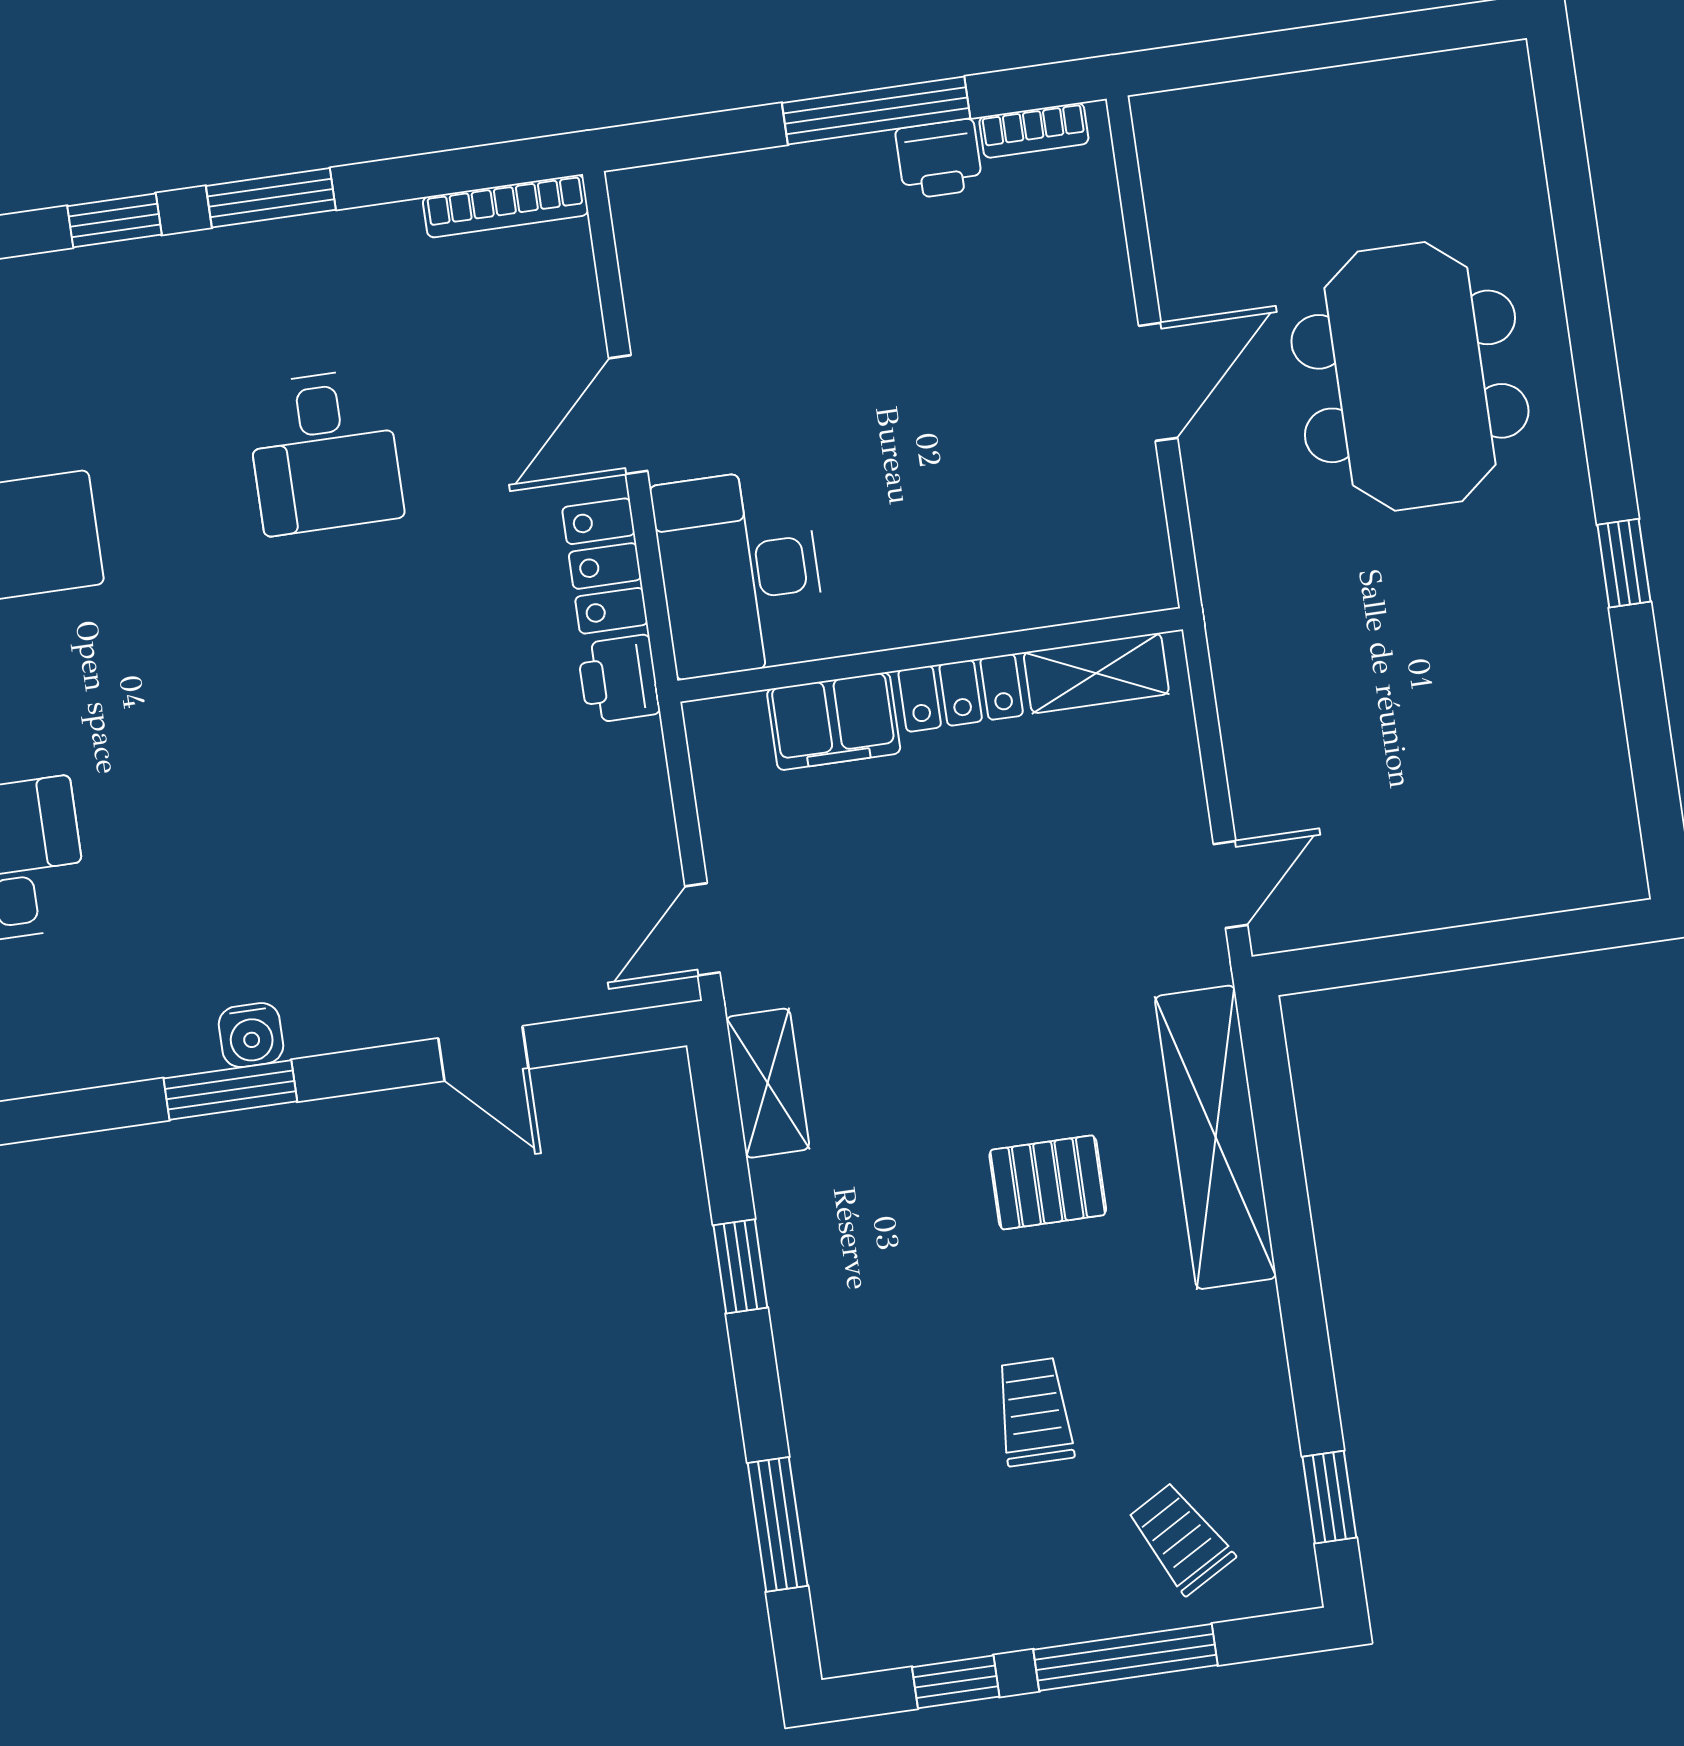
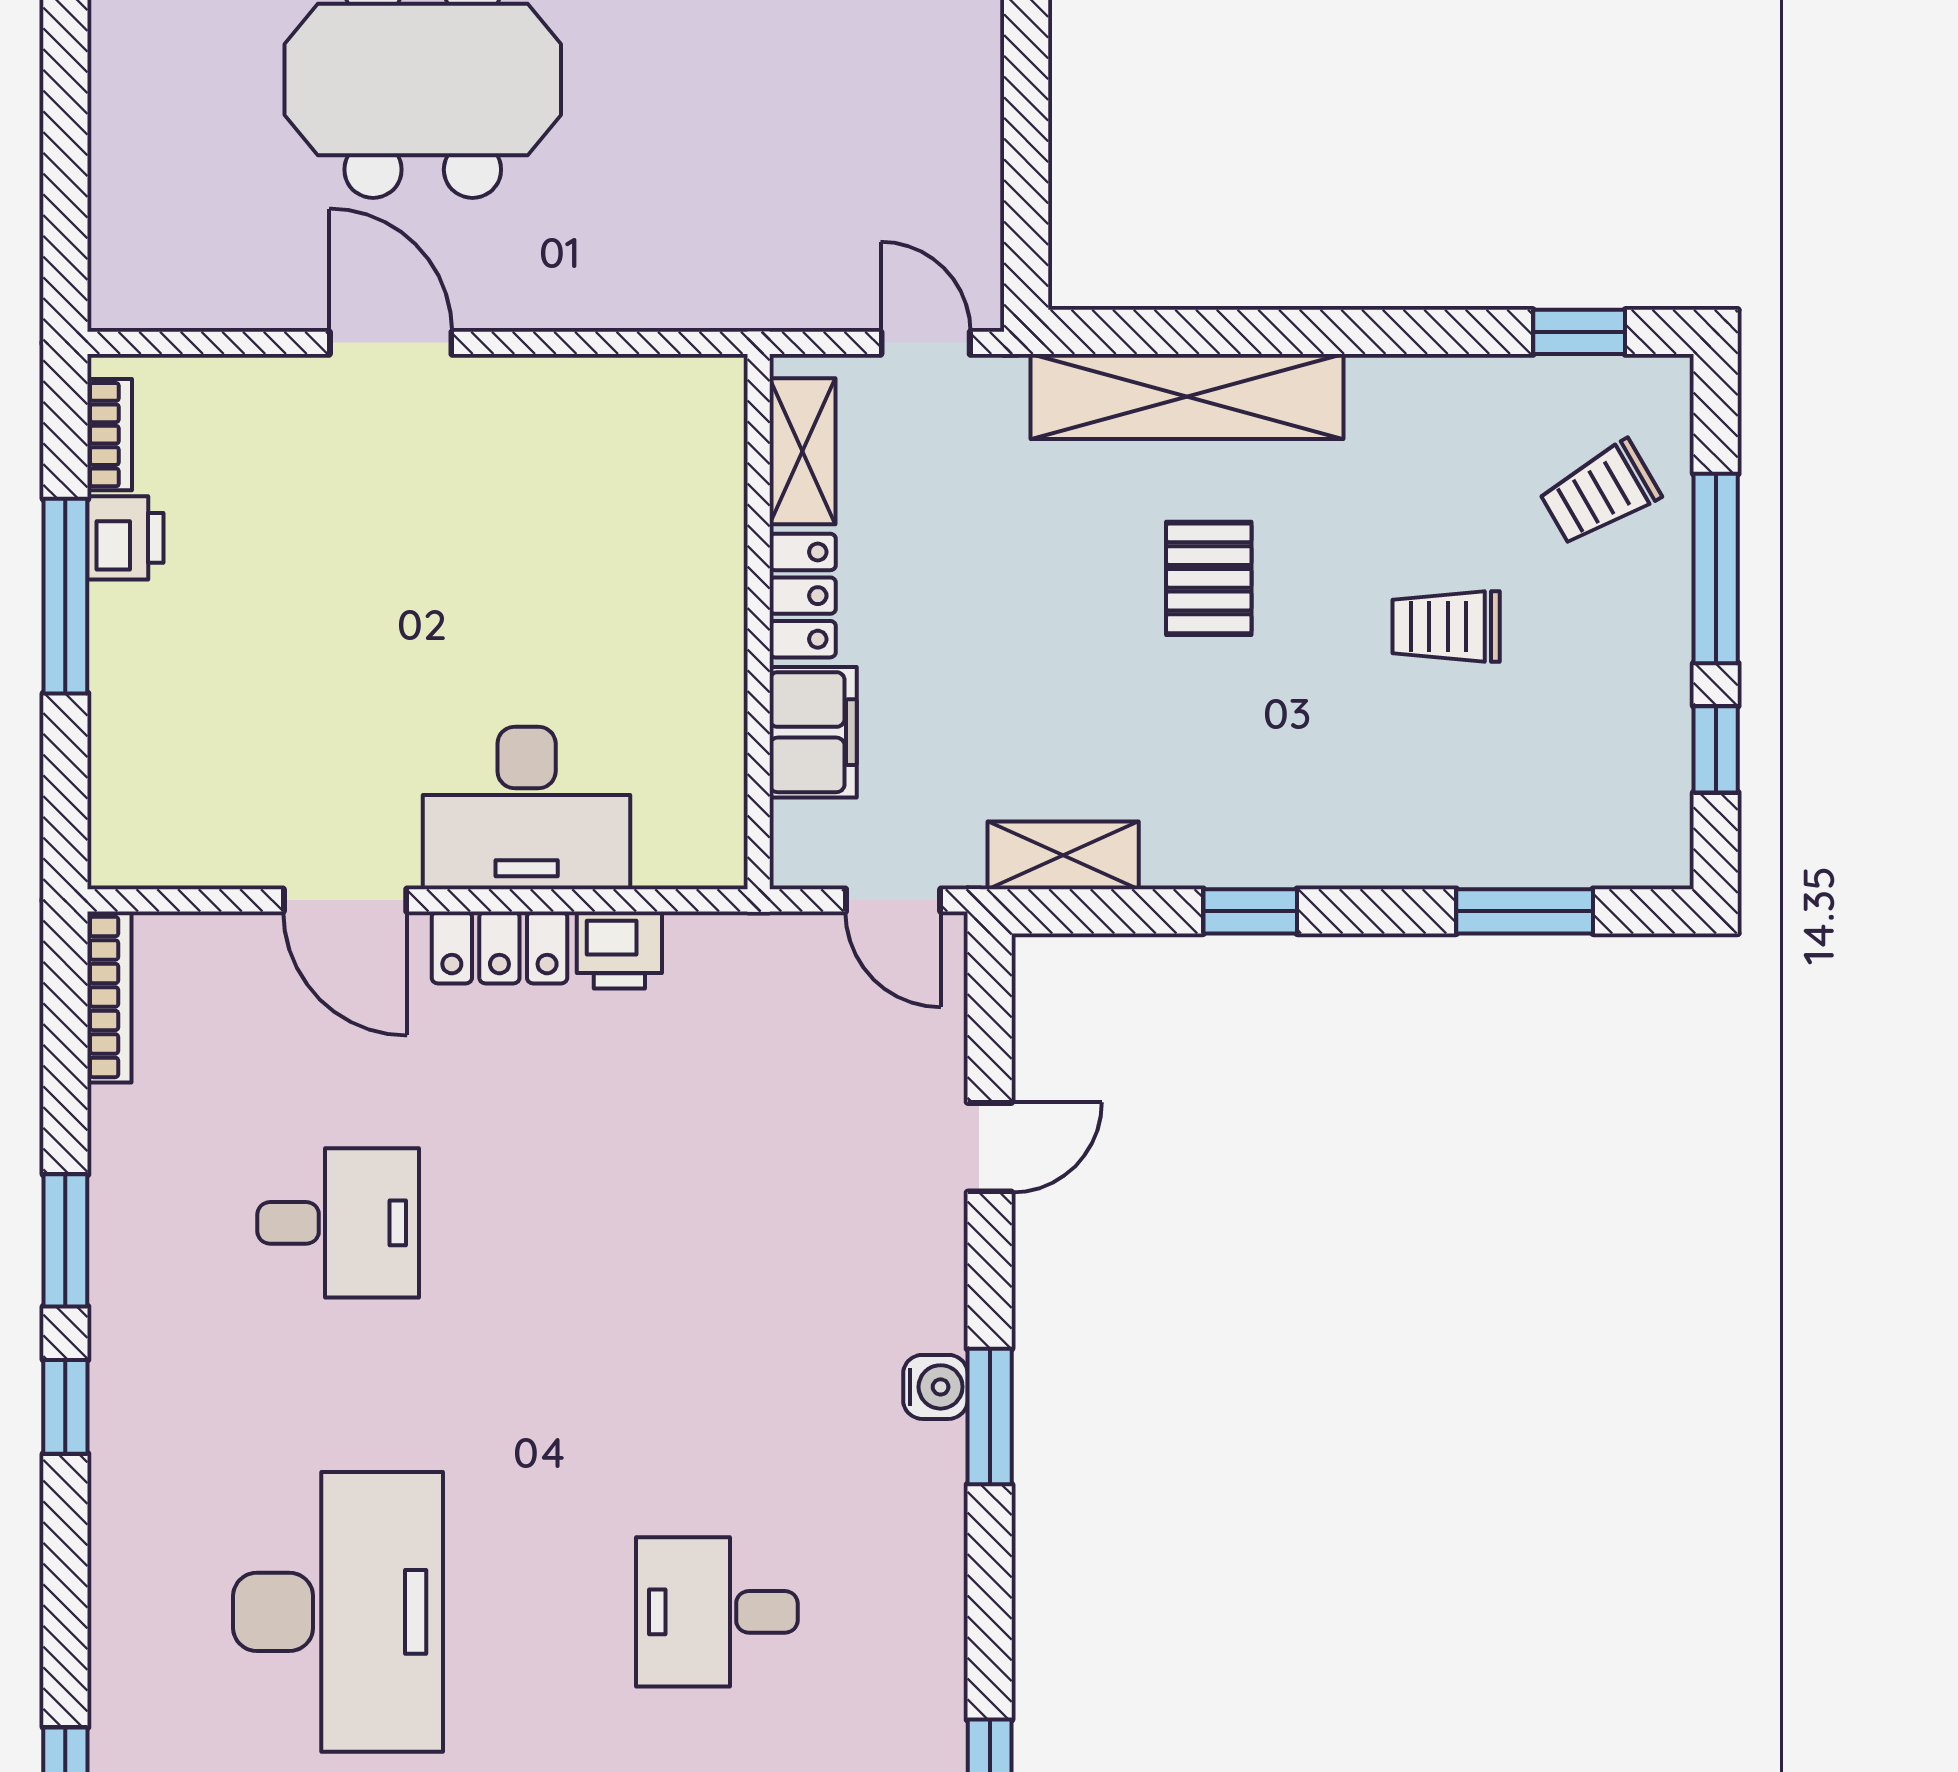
wall: (930, 655) -> (759, 622), moved
shelving: (1096, 673) -> (802, 451), moved
locker: (961, 693) -> (803, 596), moved
filing cabinet: (834, 721) -> (813, 732), moved

